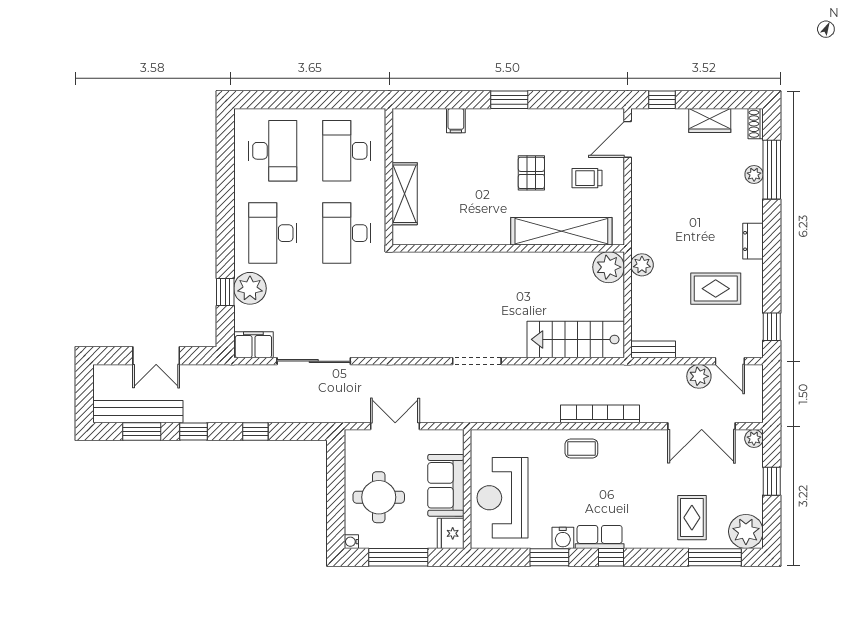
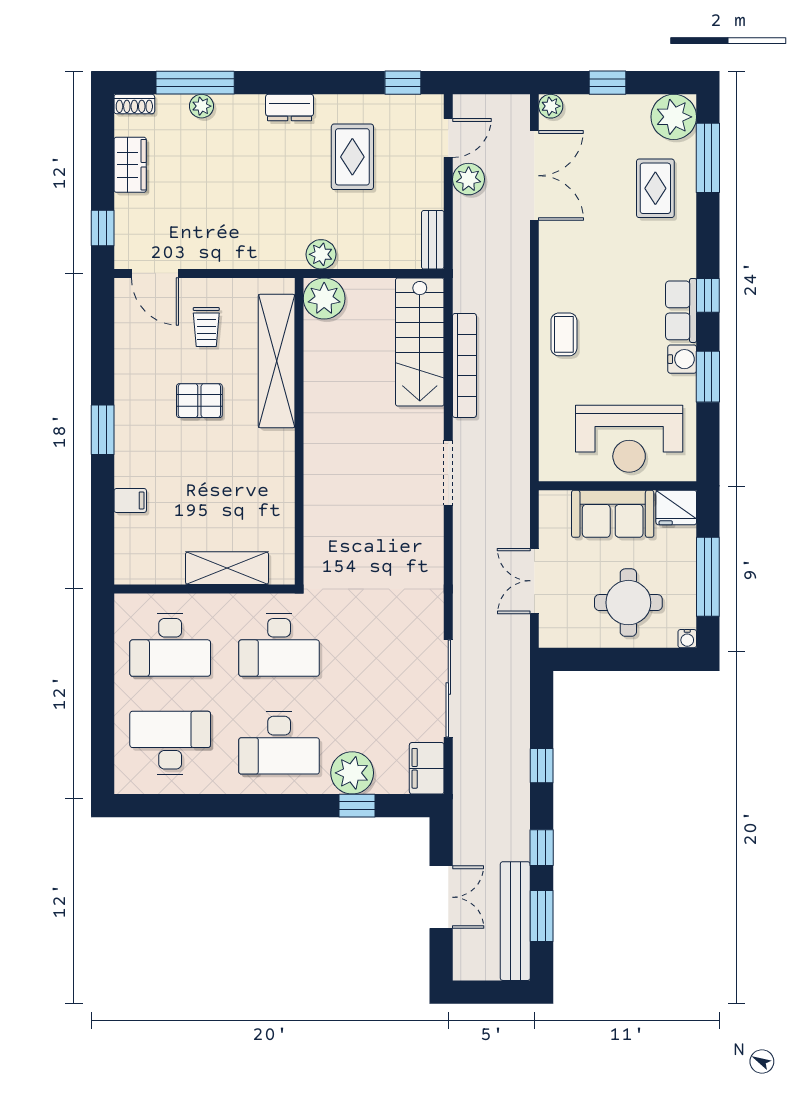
bookcase: (600, 414) -> (464, 365), moved, turned 180
rug: (692, 518) -> (655, 188), turned 90

